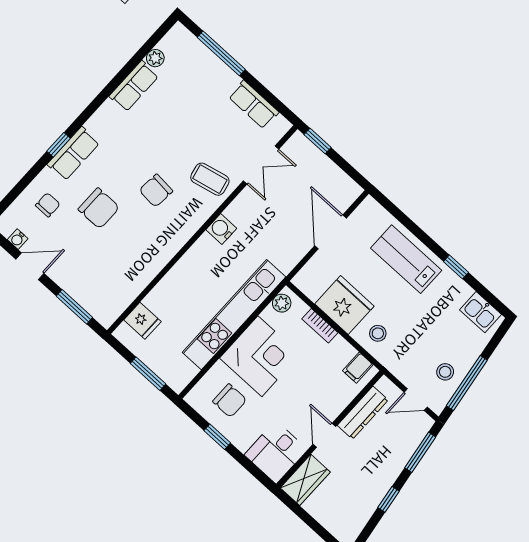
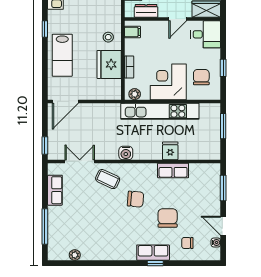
row of seats: (134, 86) -> (173, 171), moved, turned 180
coffee table: (210, 179) -> (108, 179), turned -52
door: (331, 232) -> (65, 101), moved
fridge: (142, 321) -> (170, 151), moved
dresser: (363, 413) -> (146, 11), width x0.70

